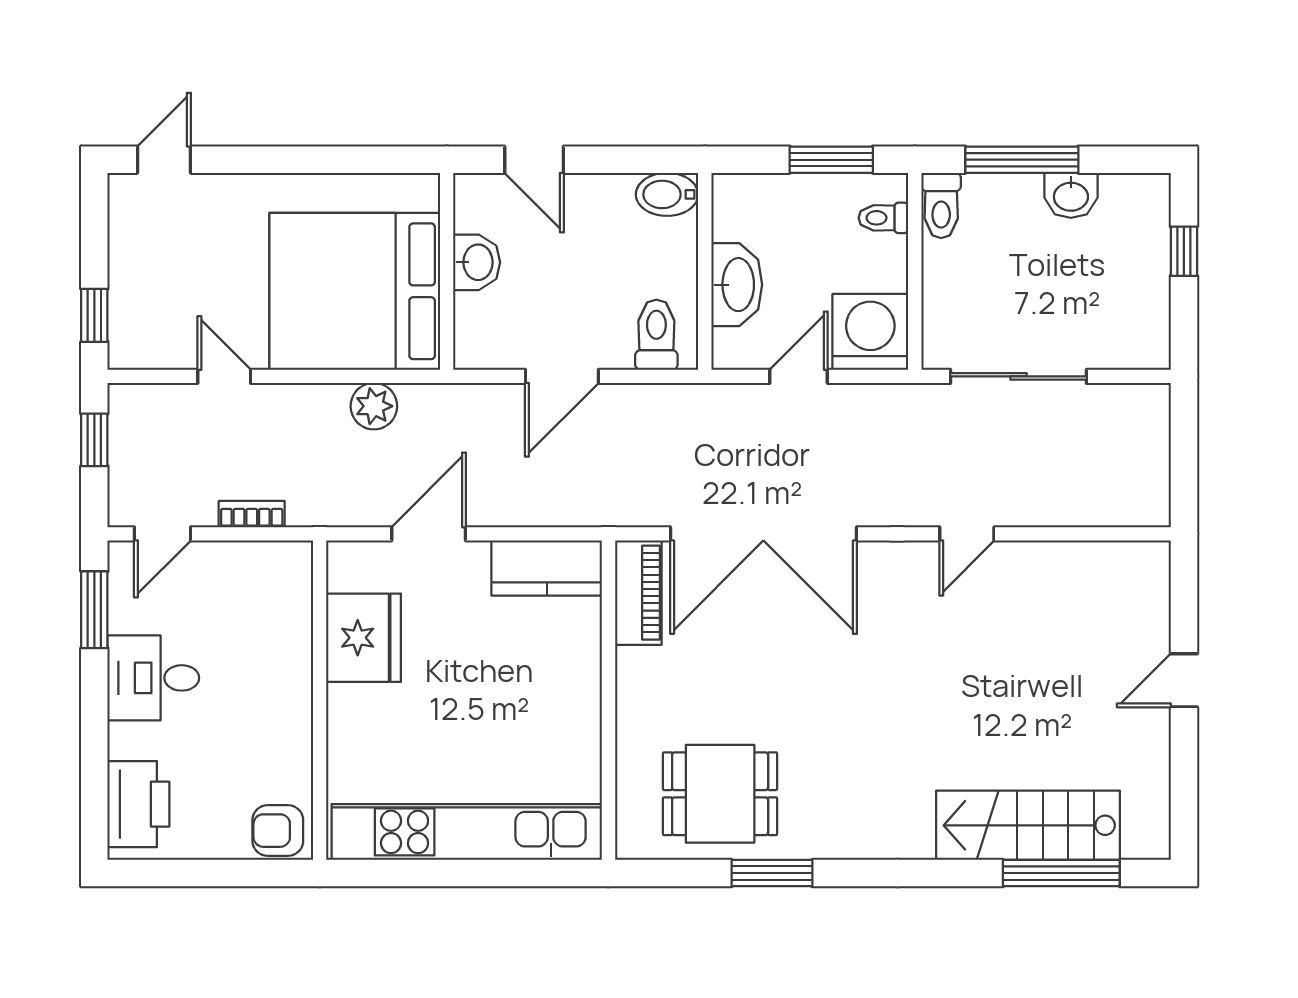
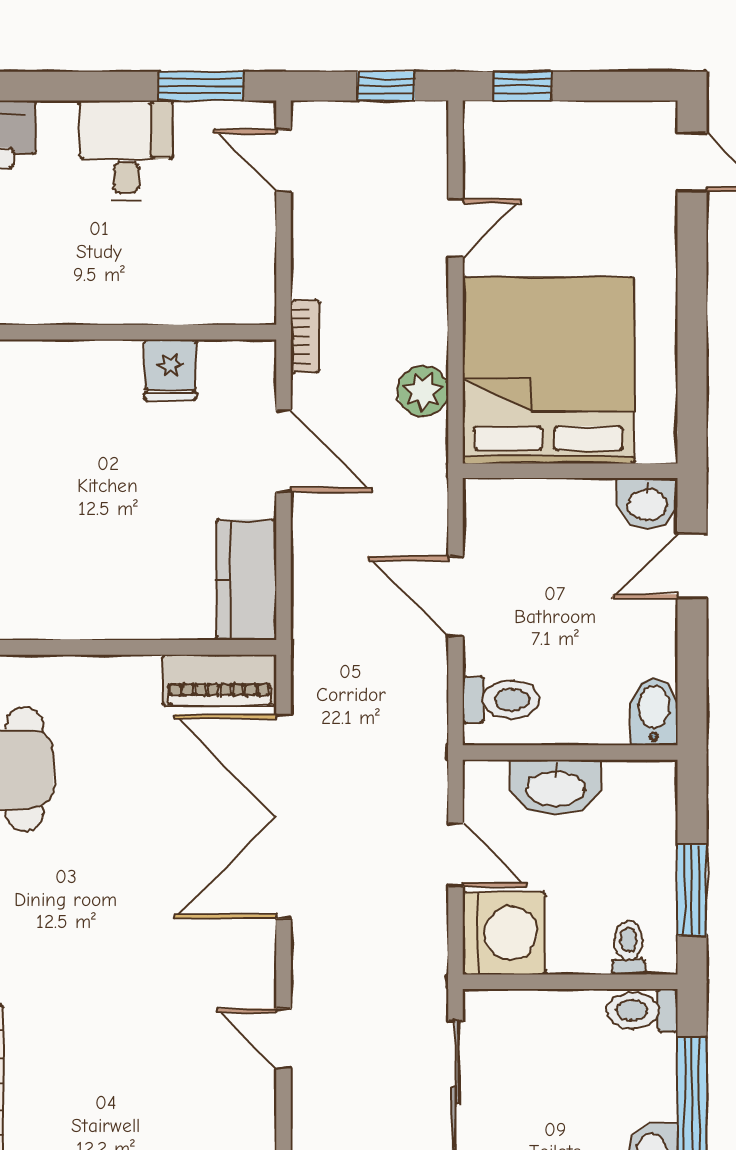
washbasin: (477, 262) -> (647, 503), moved
bookcase: (252, 514) -> (305, 337), moved
fridge: (364, 638) -> (170, 370), width x0.53, depth x0.75

